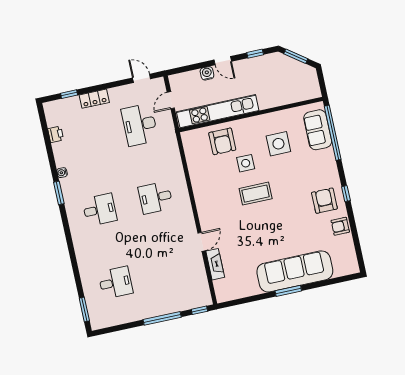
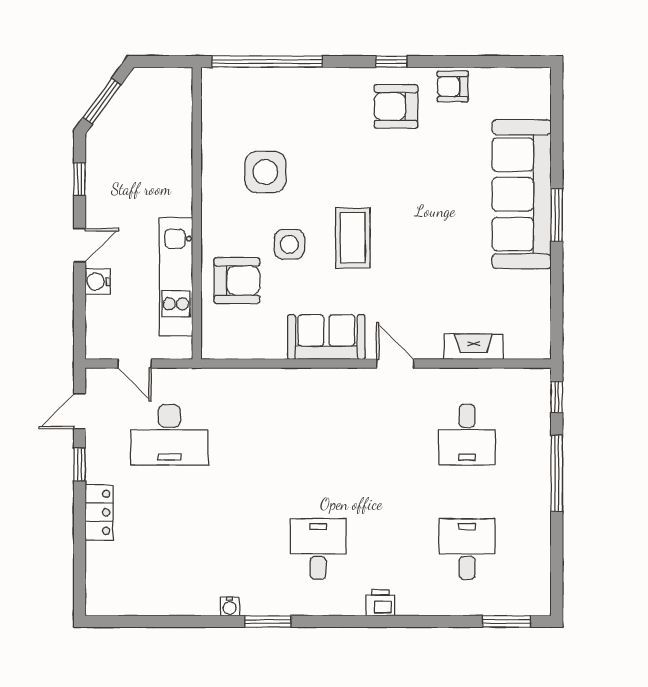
window: (69, 94) -> (80, 464), moved
kitchen unit: (218, 111) -> (176, 277), width x0.73
sofa: (318, 130) -> (326, 337), moved, turned 180
printer: (56, 134) -> (380, 603), moved
desk: (156, 198) -> (467, 435), moved
armchair: (340, 226) -> (453, 86), turned 90
door: (202, 242) -> (395, 364), moved

